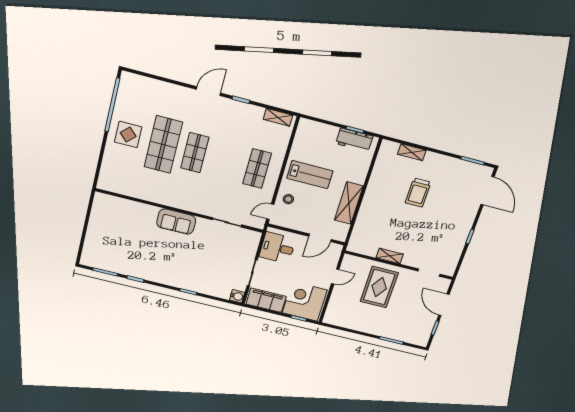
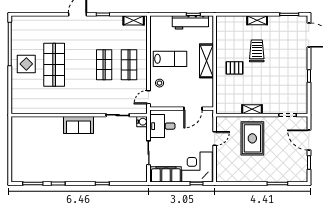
workbench: (354, 140) -> (190, 22), width x1.37
shelving: (412, 152) -> (257, 20), moved
shop shelf: (195, 153) -> (104, 65), moved
trolley: (418, 193) -> (257, 51), turned 180
shelving: (349, 203) -> (207, 61), moved
pallet: (385, 205) -> (235, 68), added
water cooler: (237, 296) -> (142, 122), moved

